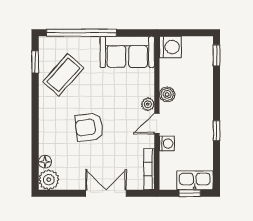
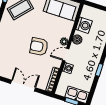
washing machine: (170, 47) -> (84, 25), moved
armchair: (89, 127) -> (39, 47), moved

